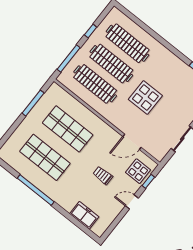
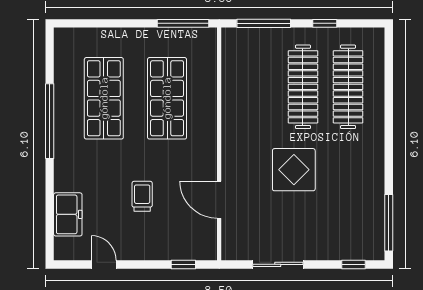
clothes rail: (95, 84) -> (258, 87), removed
window: (33, 103) -> (183, 23), moved
display table: (138, 171) -> (186, 240), removed
door: (132, 202) -> (104, 264), moved

